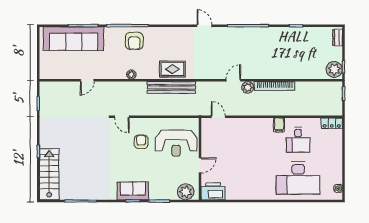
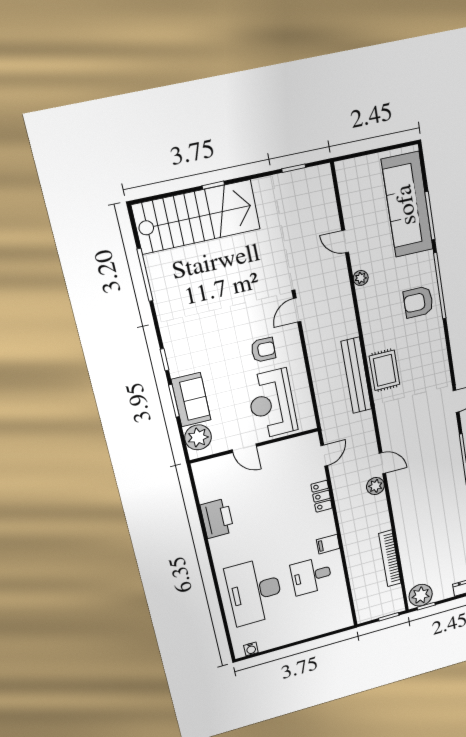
plant: (131, 75) -> (361, 278), moved
bookcase: (275, 86) -> (390, 558), moved
locker: (332, 123) -> (322, 496), moved
stairs: (49, 174) -> (196, 217), width x1.36, depth x1.51
sofa: (133, 191) -> (191, 400), moved
printer: (213, 191) -> (217, 518), moved

